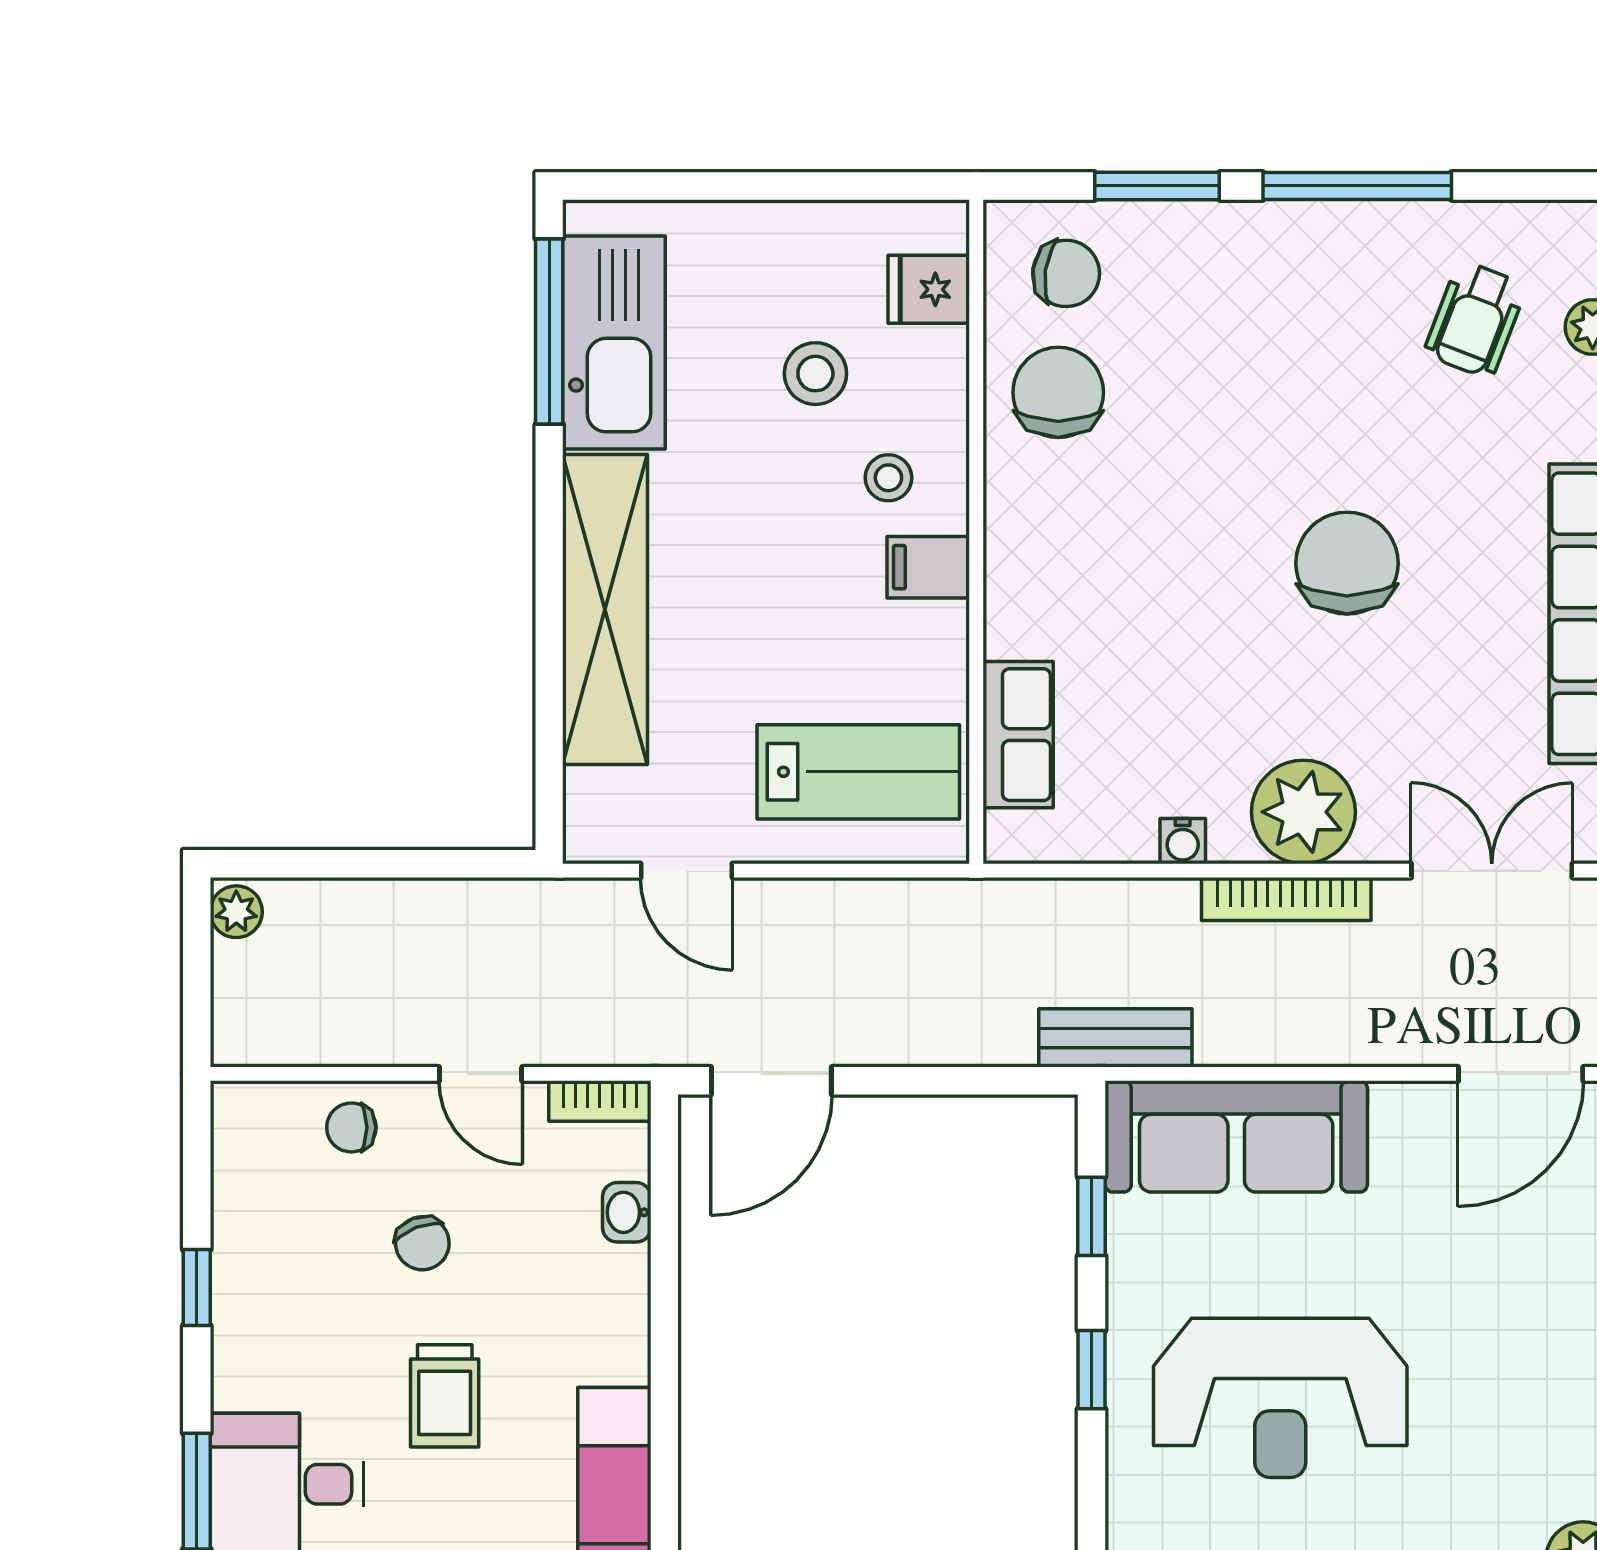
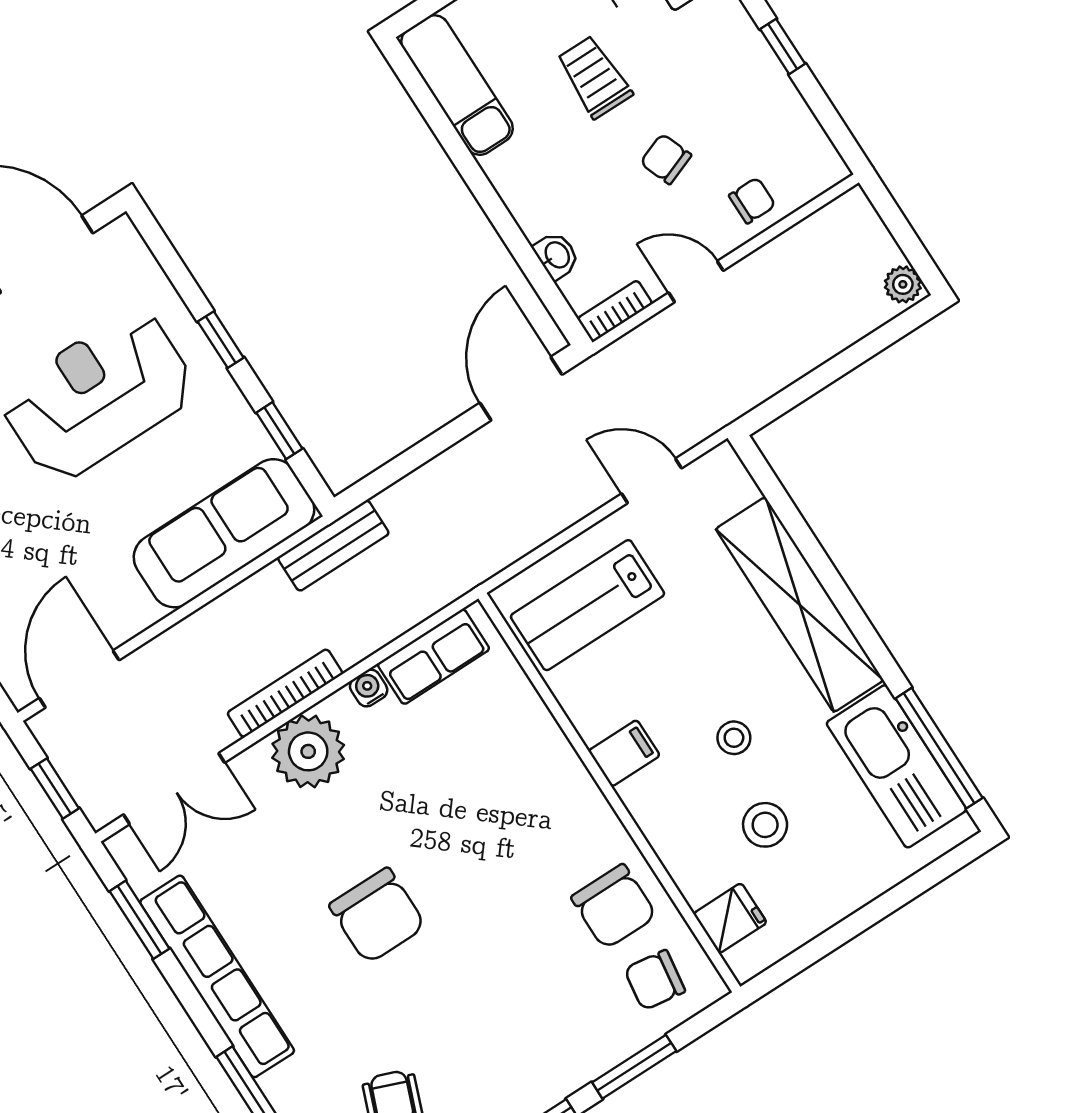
stool: (888, 478) -> (734, 738), moved
row of seats: (1018, 735) -> (433, 657), moved, turned -90

